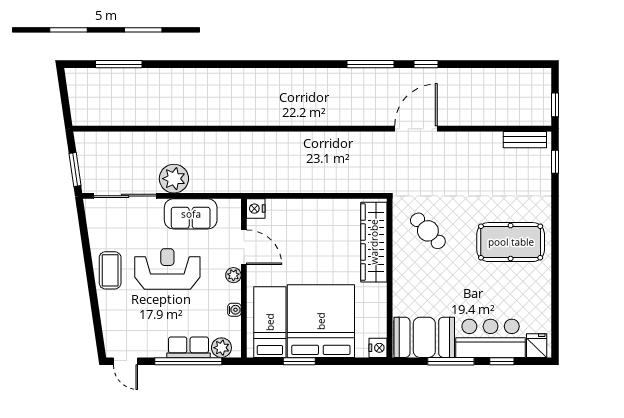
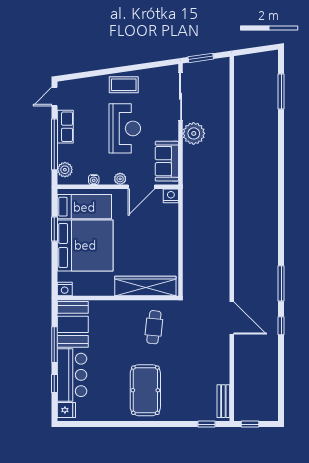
sofa: (191, 214) -> (167, 161), moved
cafe table: (428, 231) -> (154, 327), turned -41
row of seats: (188, 347) -> (65, 127), moved

